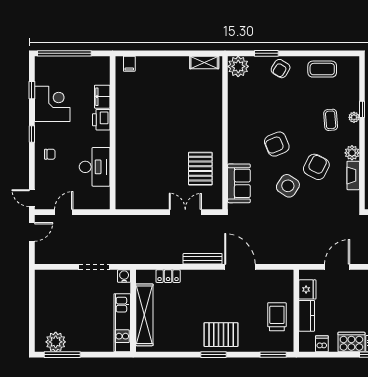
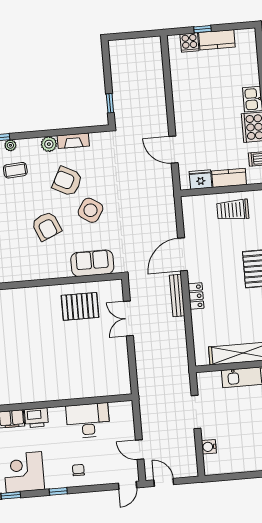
water cooler: (124, 276) -> (209, 447), moved
locker: (168, 276) -> (196, 296), moved

